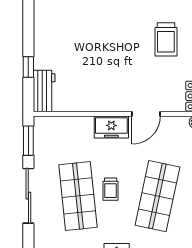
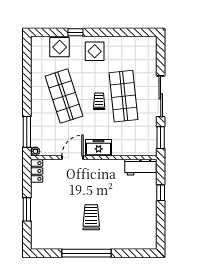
trolley: (166, 39) -> (91, 217), moved
workbench: (44, 91) -> (141, 167), moved, turned -90
shop shelf: (157, 196) -> (64, 96), turned -30

